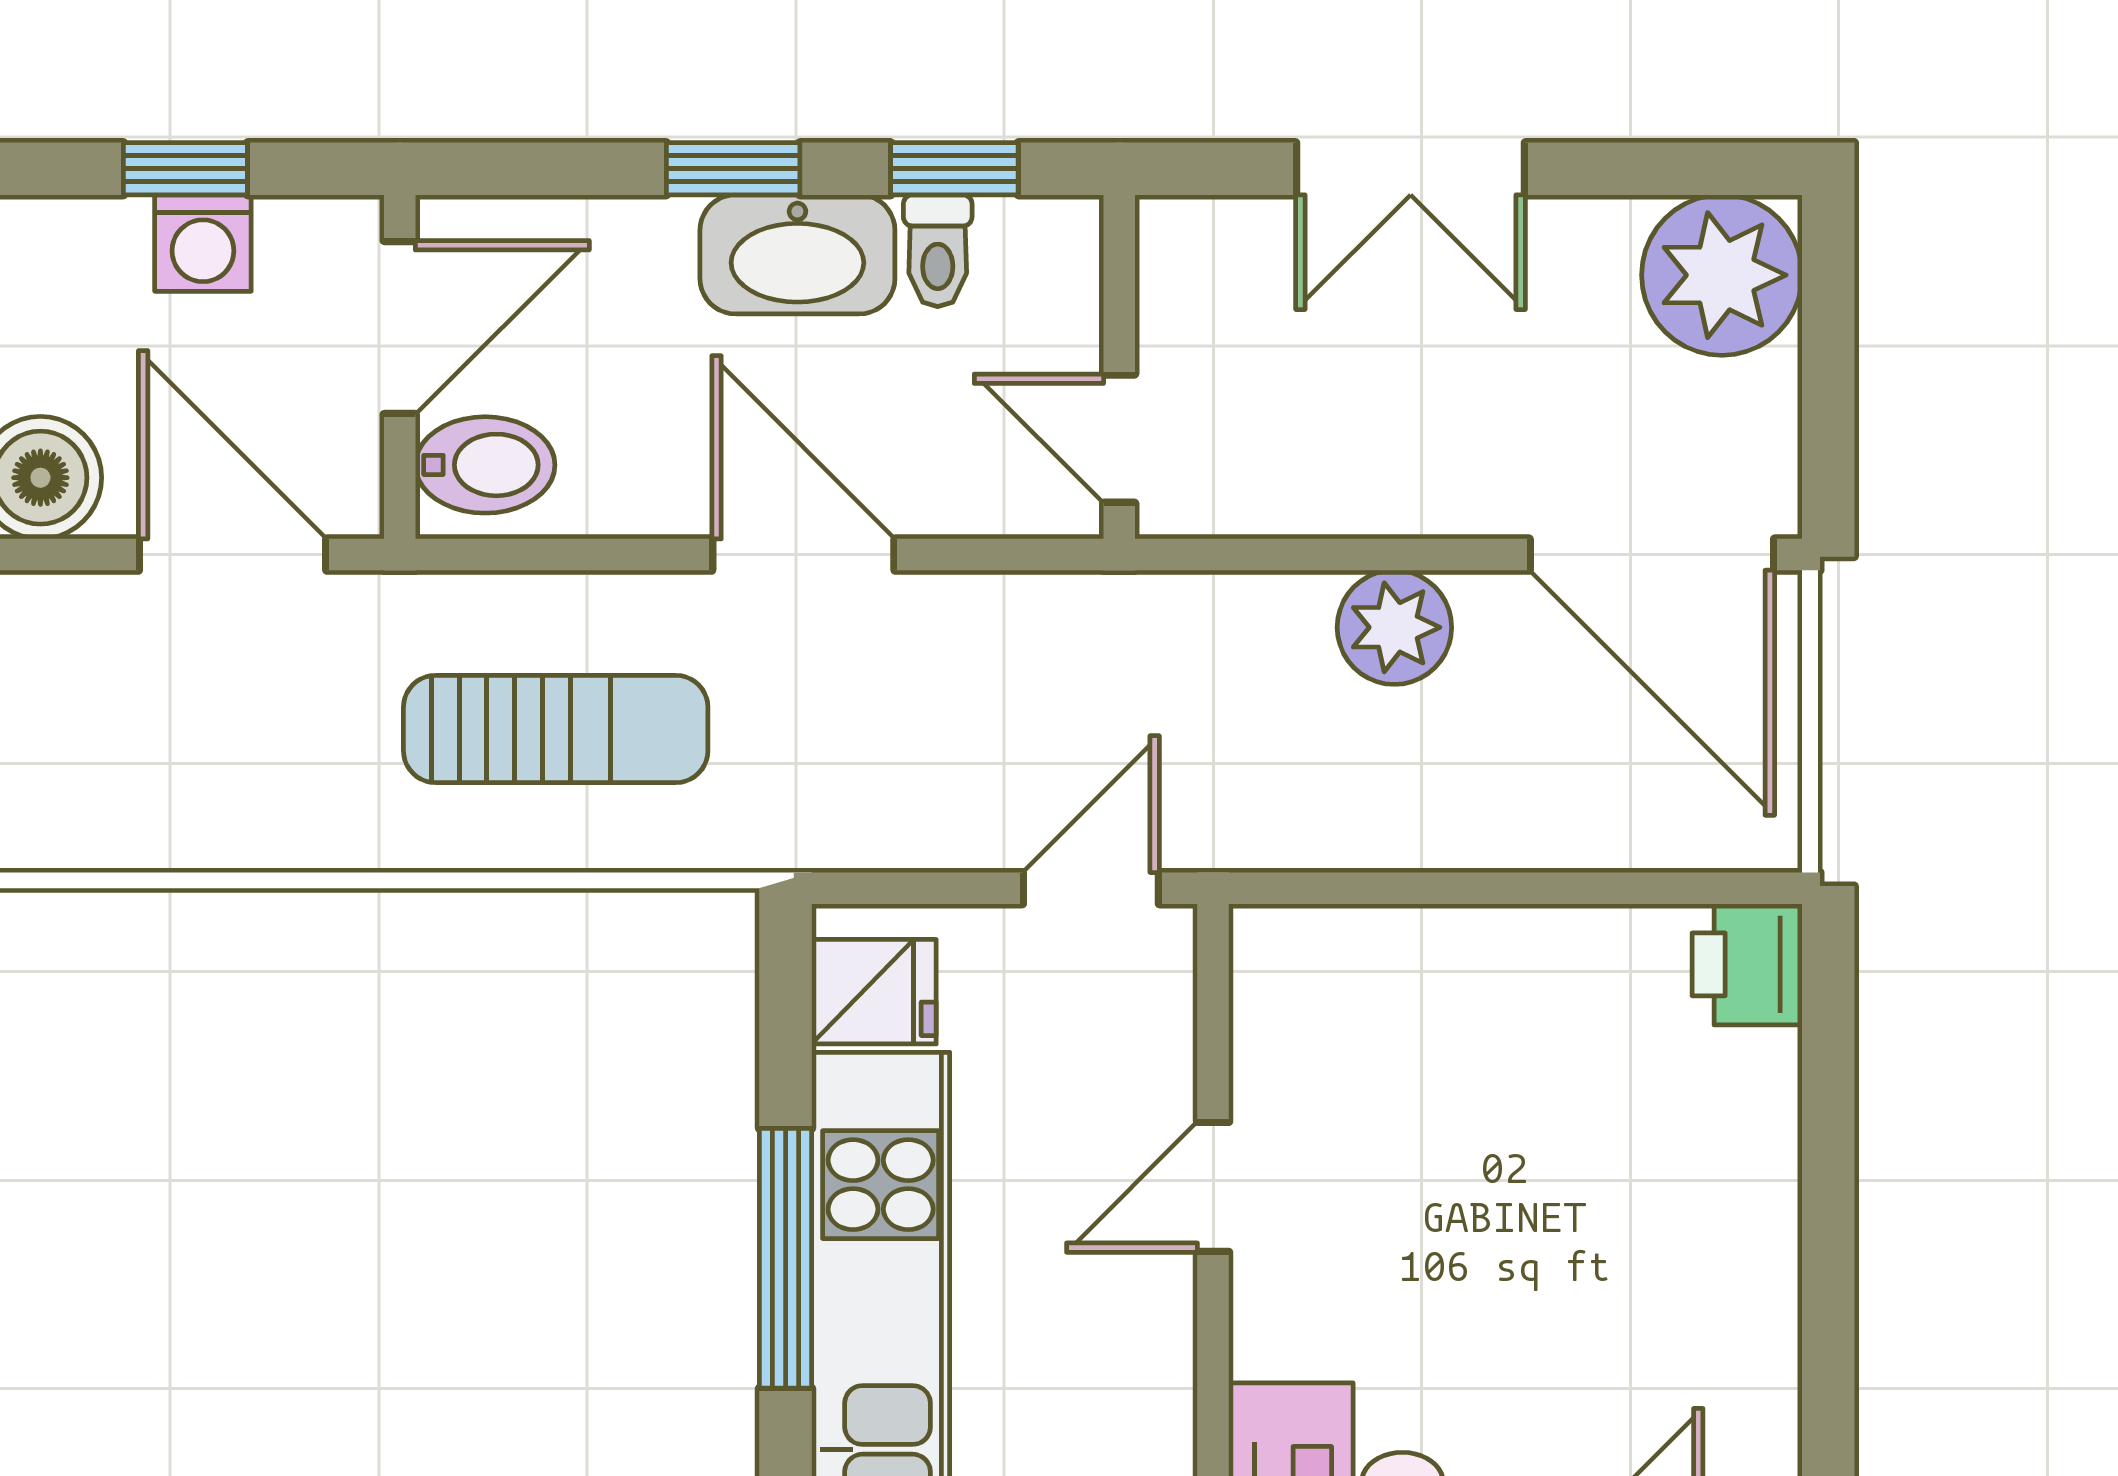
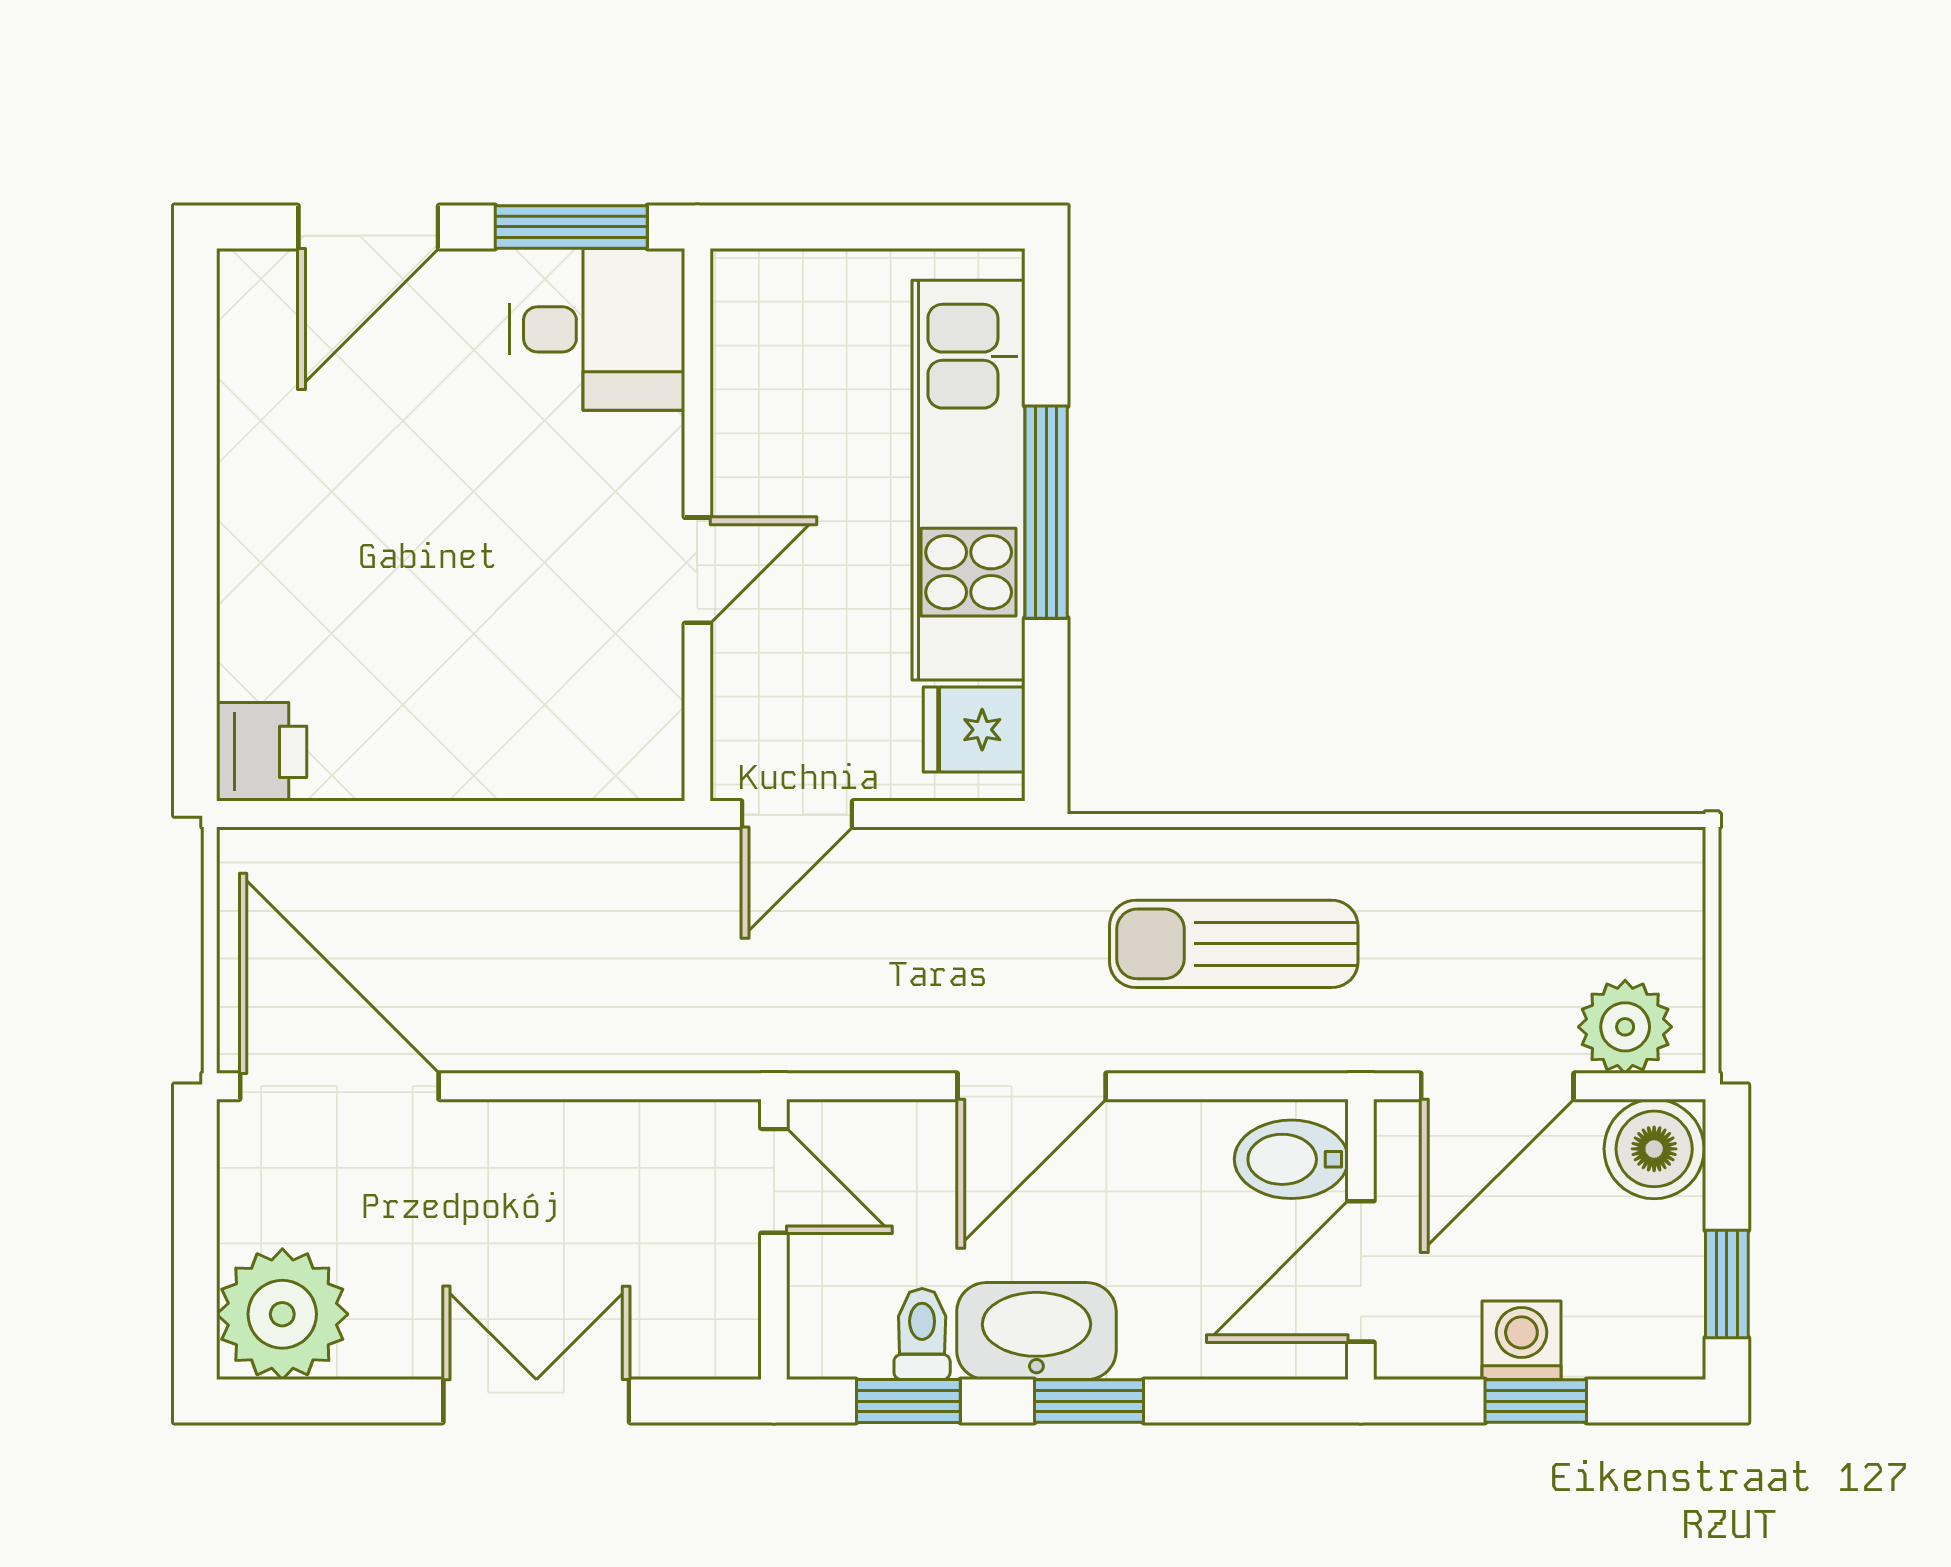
door: (233, 555) -> (1497, 1086), hinge flipped
door: (803, 555) -> (1032, 1086), hinge flipped
plant: (1394, 627) -> (1625, 1027), moved

